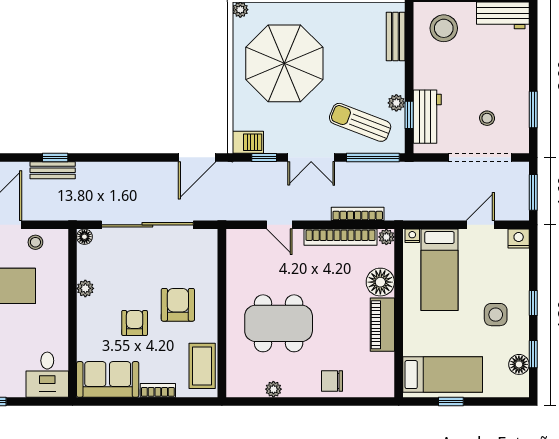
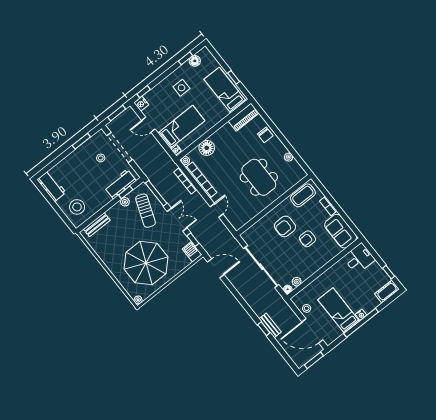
plant: (85, 288) -> (297, 282), moved
window: (533, 303) -> (144, 92), moved
piano: (382, 325) -> (244, 117), moved

